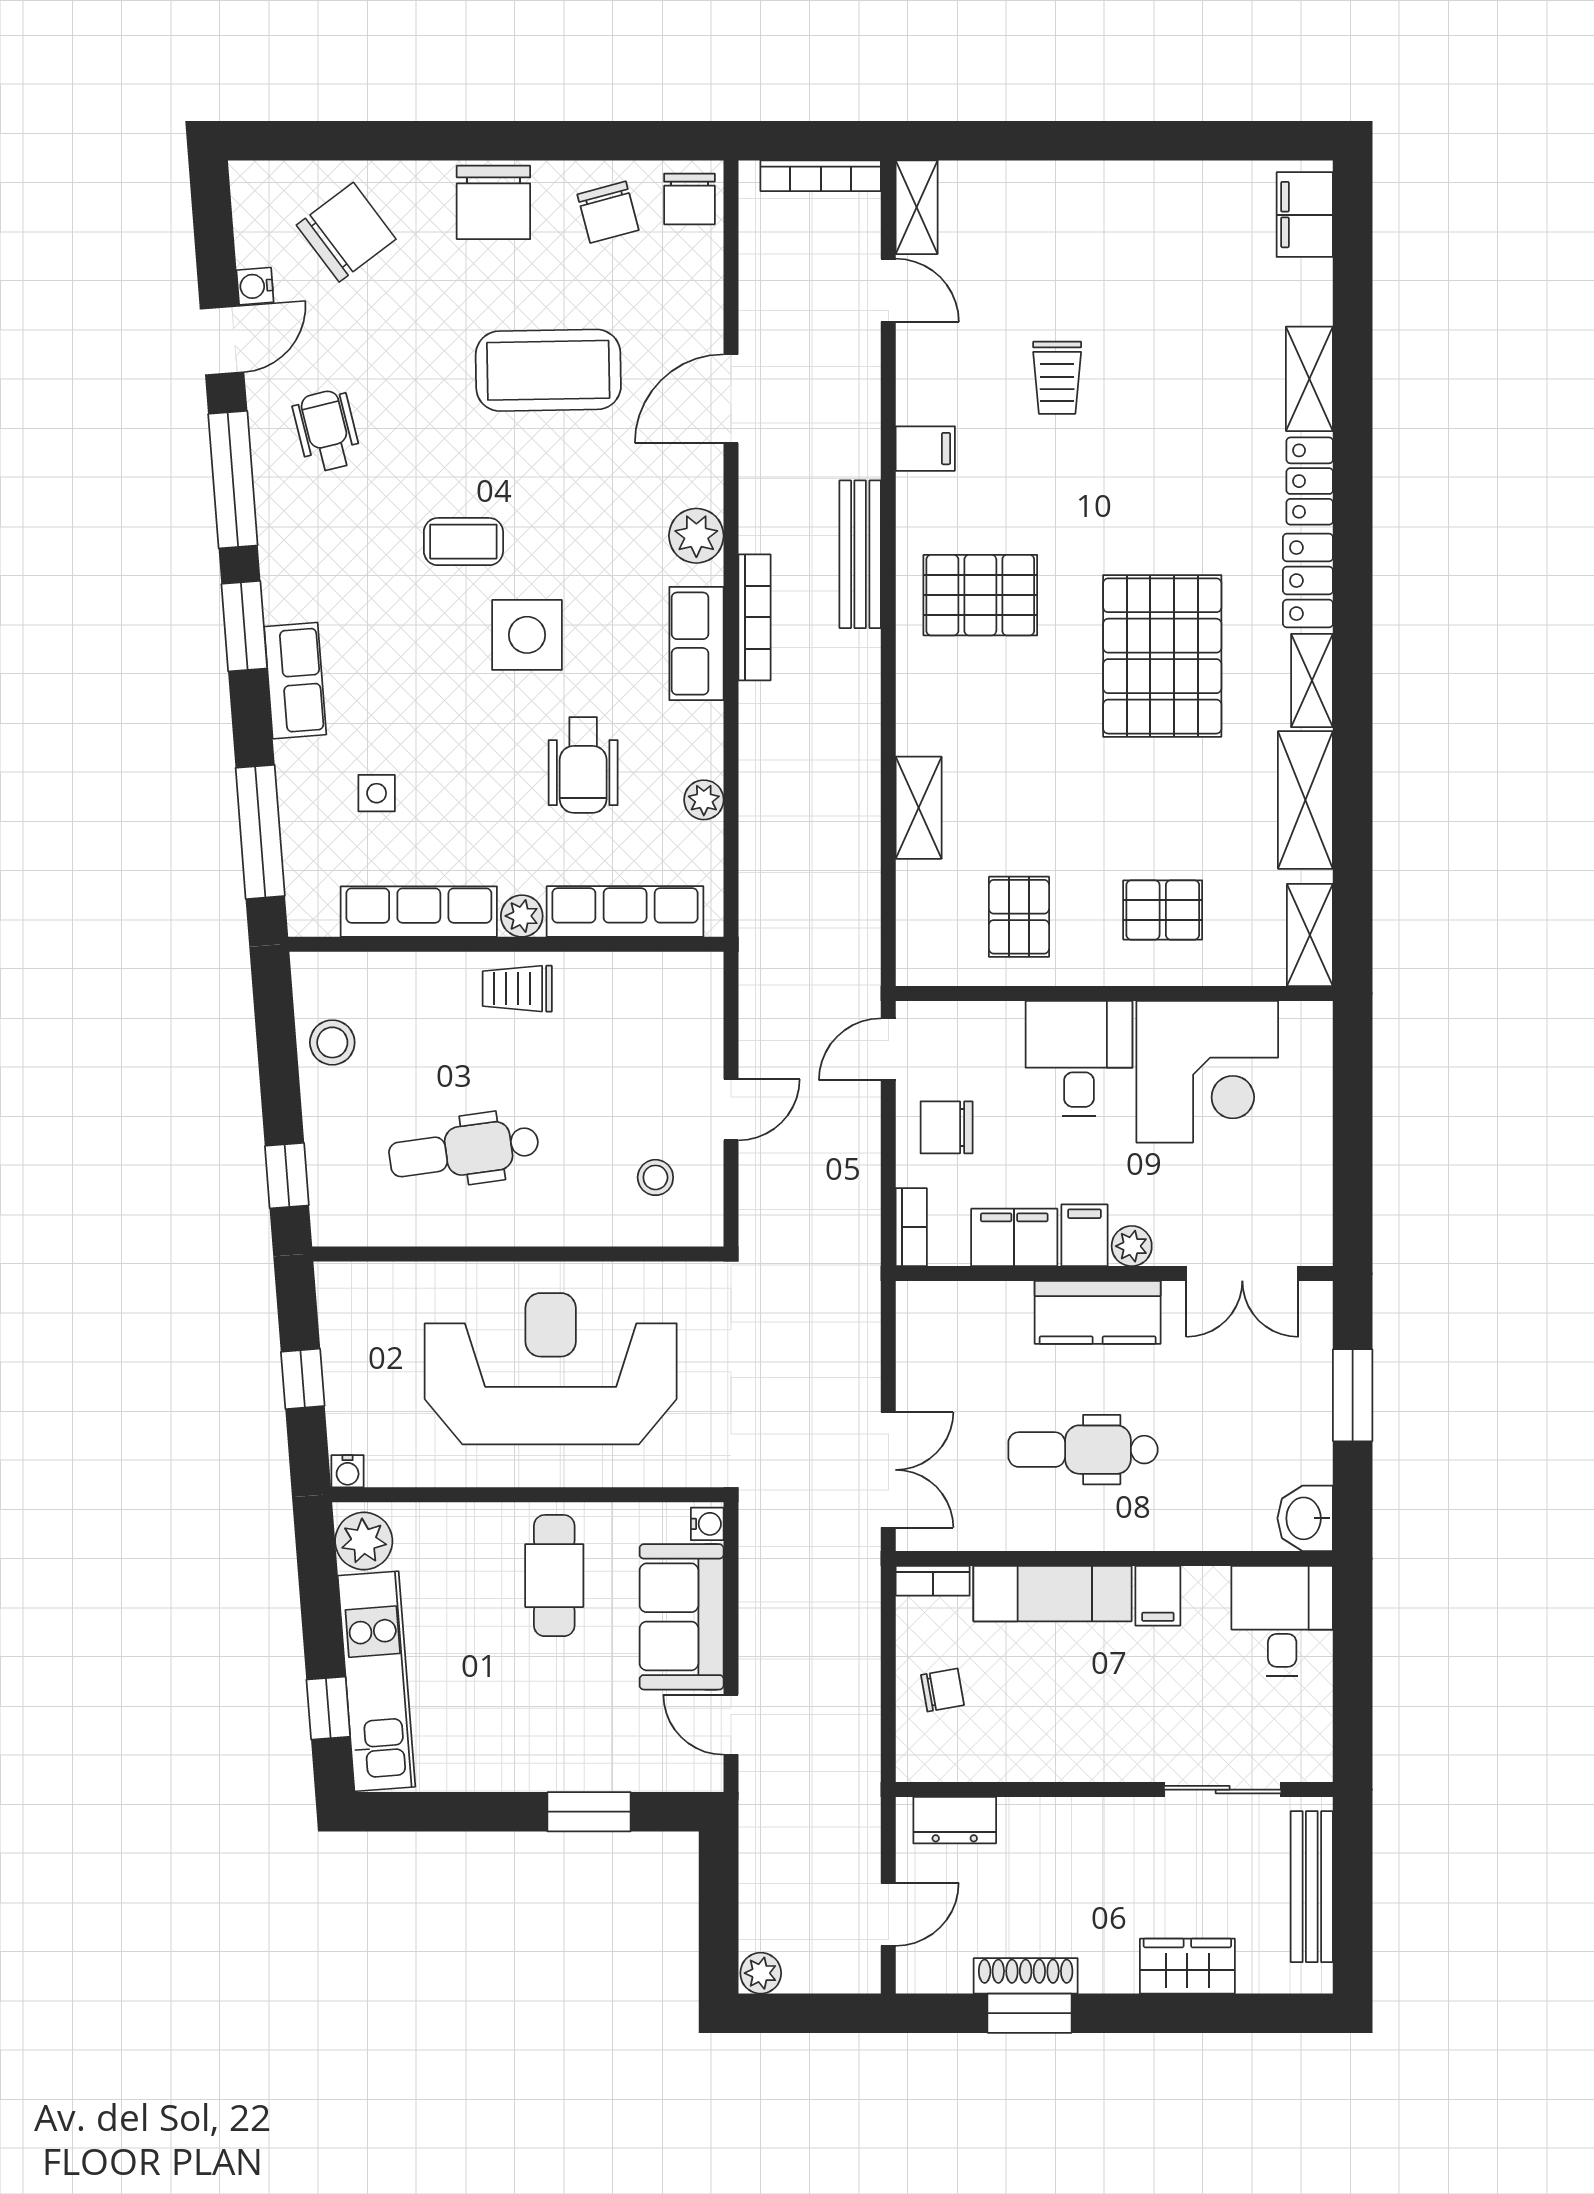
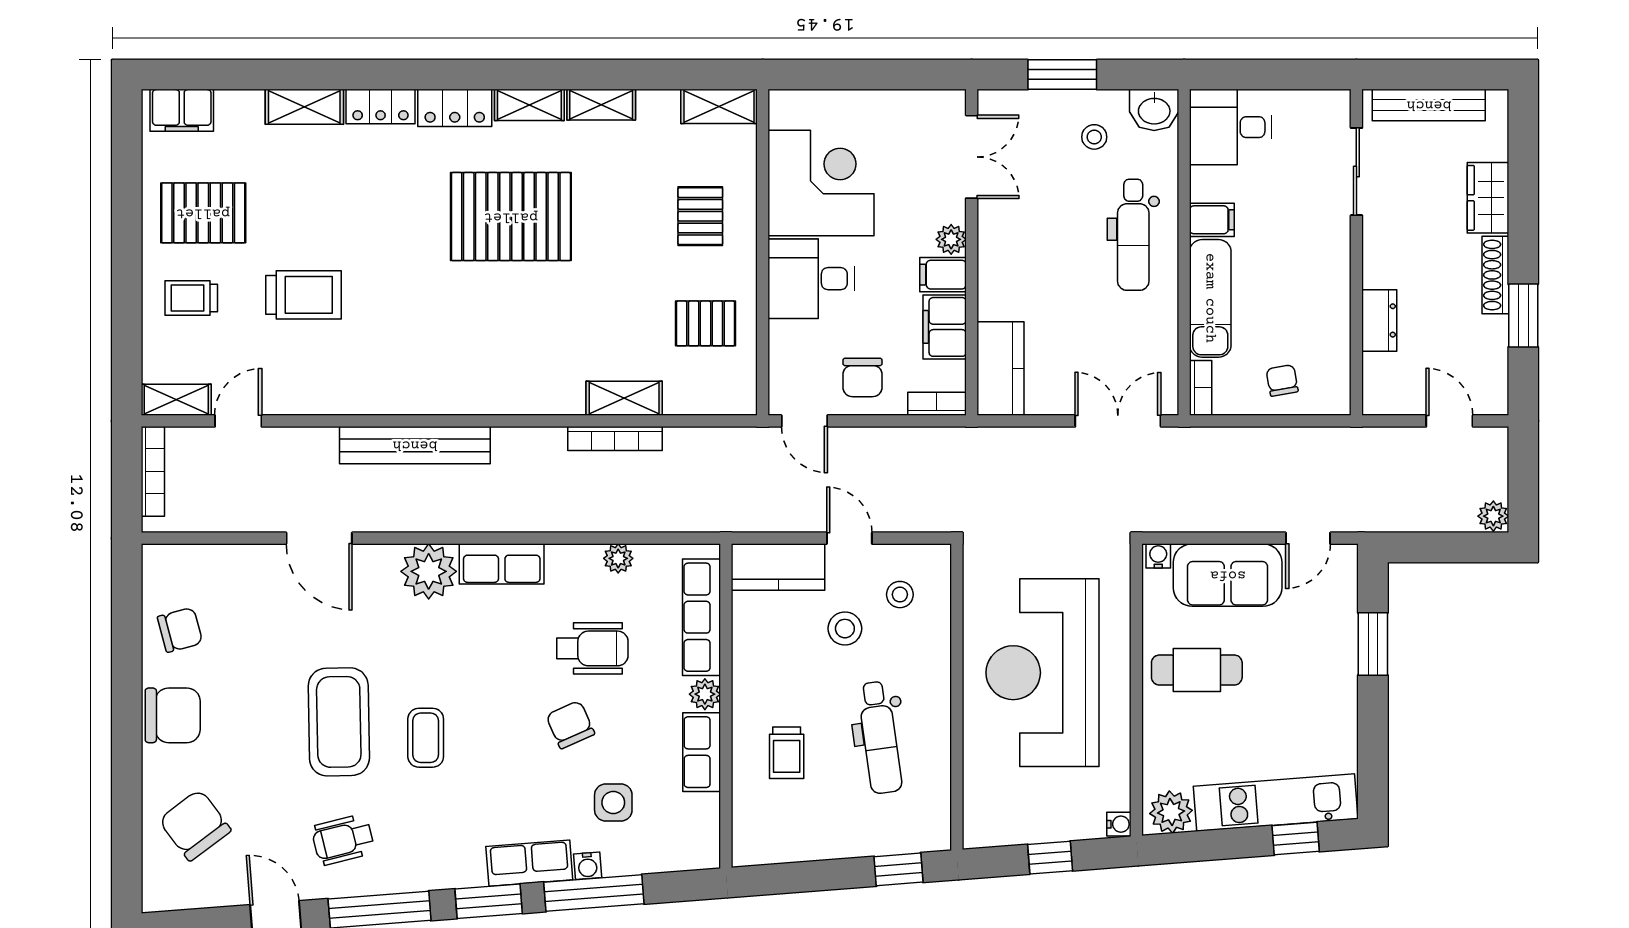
chair: (689, 199) -> (570, 725), moved, turned -114
trolley: (1053, 227) -> (191, 298), added
water cooler: (255, 286) -> (588, 866), moved
coffee table: (548, 370) -> (339, 722), moved
trolley: (1057, 378) -> (304, 295), width x1.36, depth x1.39
filing cabinet: (925, 449) -> (356, 393), removed
plant: (696, 536) -> (429, 571), width x1.36, depth x1.36
bench: (860, 554) -> (415, 445), width x1.37, depth x1.21
pallet: (980, 595) -> (203, 213), moved, turned 90
bookcase: (754, 617) -> (615, 438), moved, turned 180
side table: (527, 635) -> (495, 690), removed
side table: (377, 793) -> (613, 803), width x1.37, depth x1.37
shelving: (1305, 800) -> (601, 105), width x0.67, depth x0.75
window: (260, 832) -> (594, 893), moved
row of seats: (419, 912) -> (702, 752), width x0.68
trolley: (517, 989) -> (787, 753), moved
kitchen counter: (692, 1014) -> (778, 567), added
stool: (332, 1042) -> (845, 629), moved
kitchen counter: (1098, 1312) -> (1001, 368), moved
stool: (1269, 1438) -> (1094, 137), added
dental chair: (1083, 1450) -> (1133, 235), moved
dresser: (955, 1820) -> (1379, 320), moved
shoe rack: (1026, 1976) -> (1495, 275), moved

